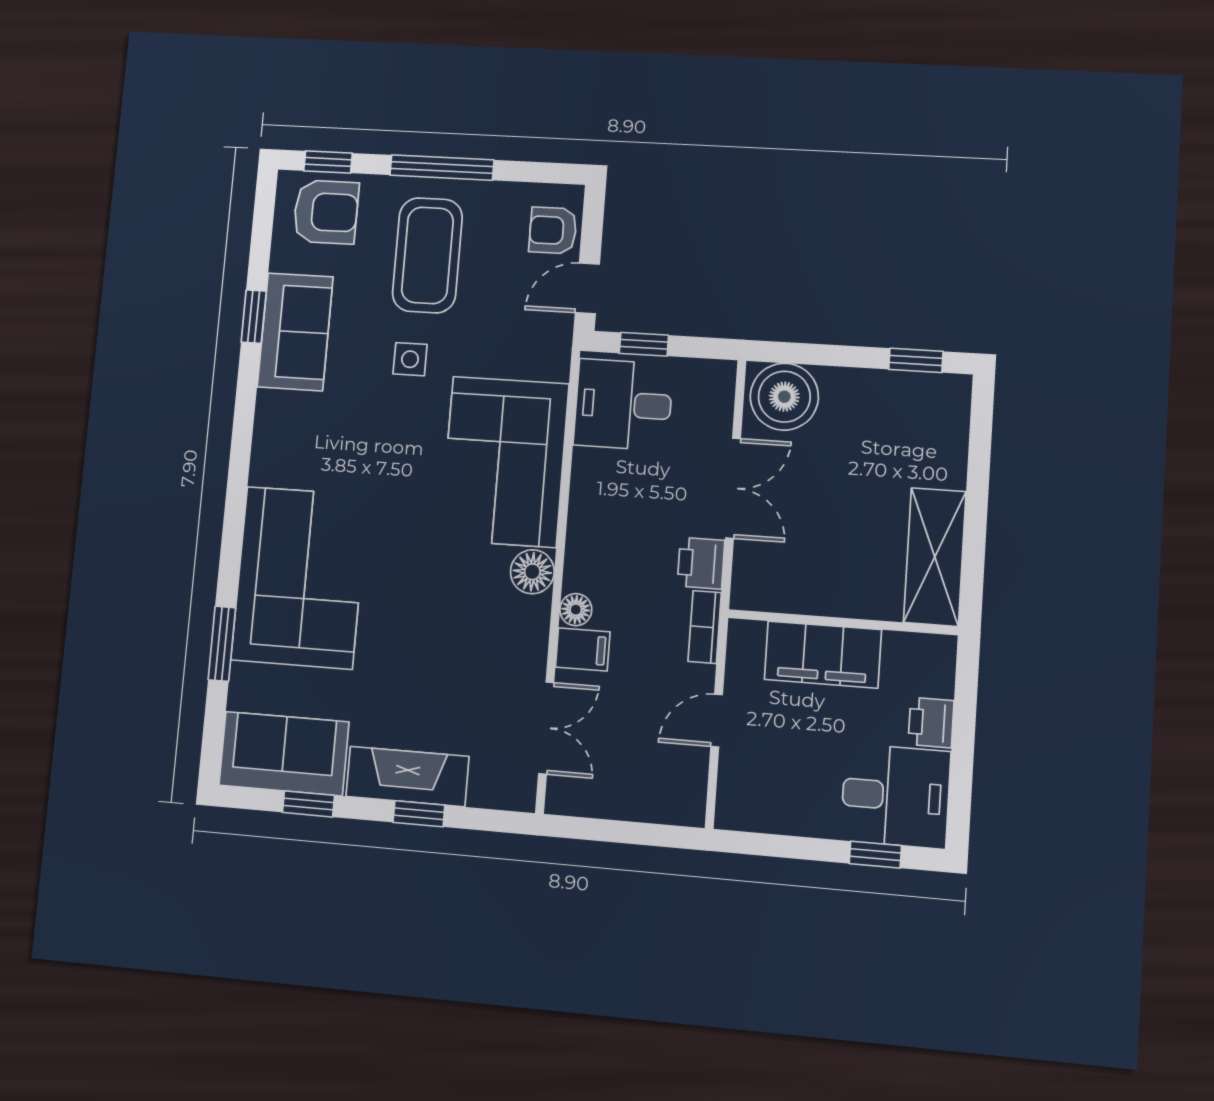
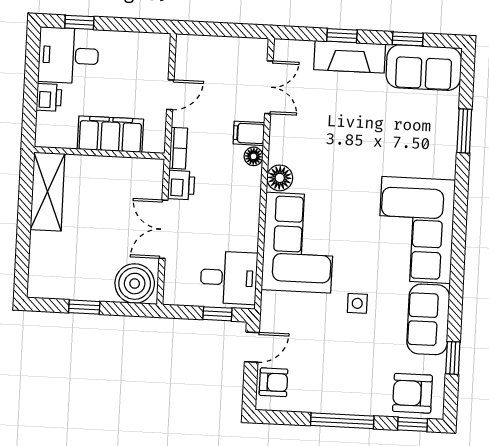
coffee table: (427, 255) -> (349, 367), removed
window: (254, 317) -> (453, 358), moved
window: (916, 360) -> (84, 307), moved
corner sofa: (299, 577) -> (416, 230), moved
double door: (546, 728) -> (269, 87), swing flipped

